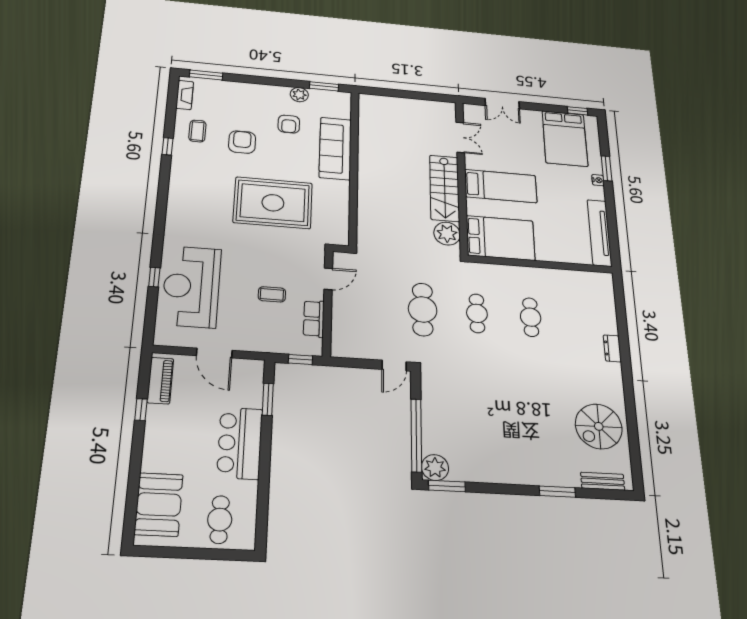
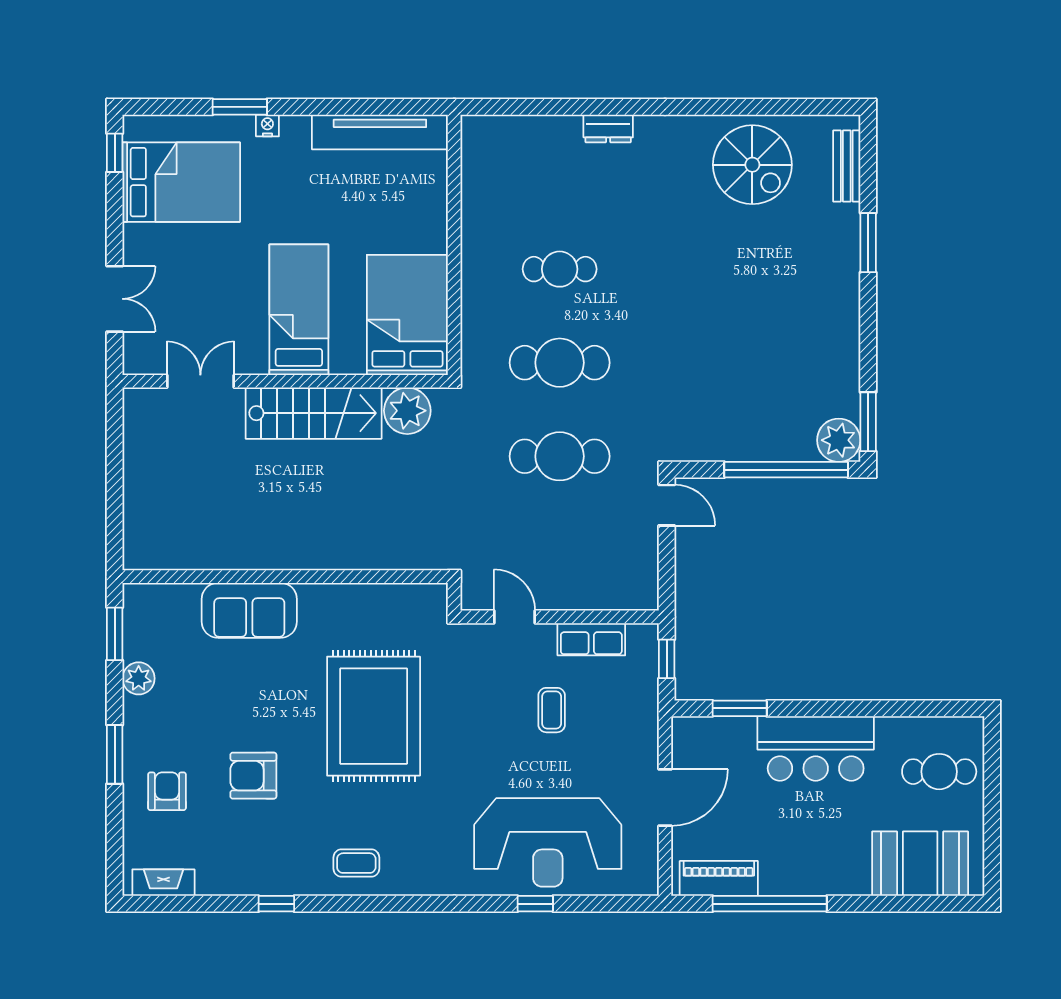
window: (206, 75) -> (115, 754), moved
armchair: (289, 124) -> (167, 791), moved, turned -90
coffee table: (197, 131) -> (356, 863), moved
sofa: (335, 148) -> (249, 610), width x0.73
cafe table: (477, 313) -> (560, 363), width x1.37, depth x1.35
window: (141, 410) -> (770, 904), width x3.17

